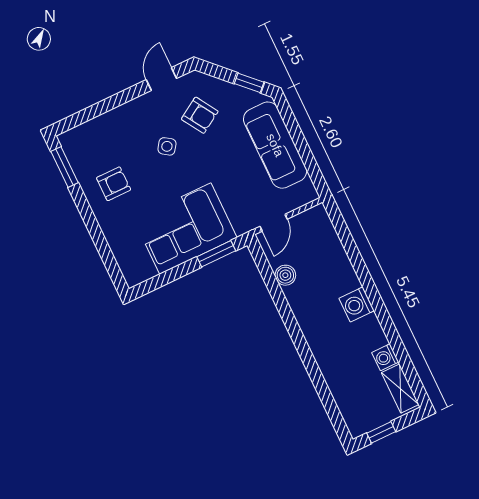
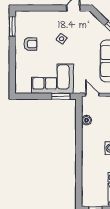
armchair: (200, 115) -> (83, 32), removed
door: (274, 223) -> (92, 95), swing flipped

